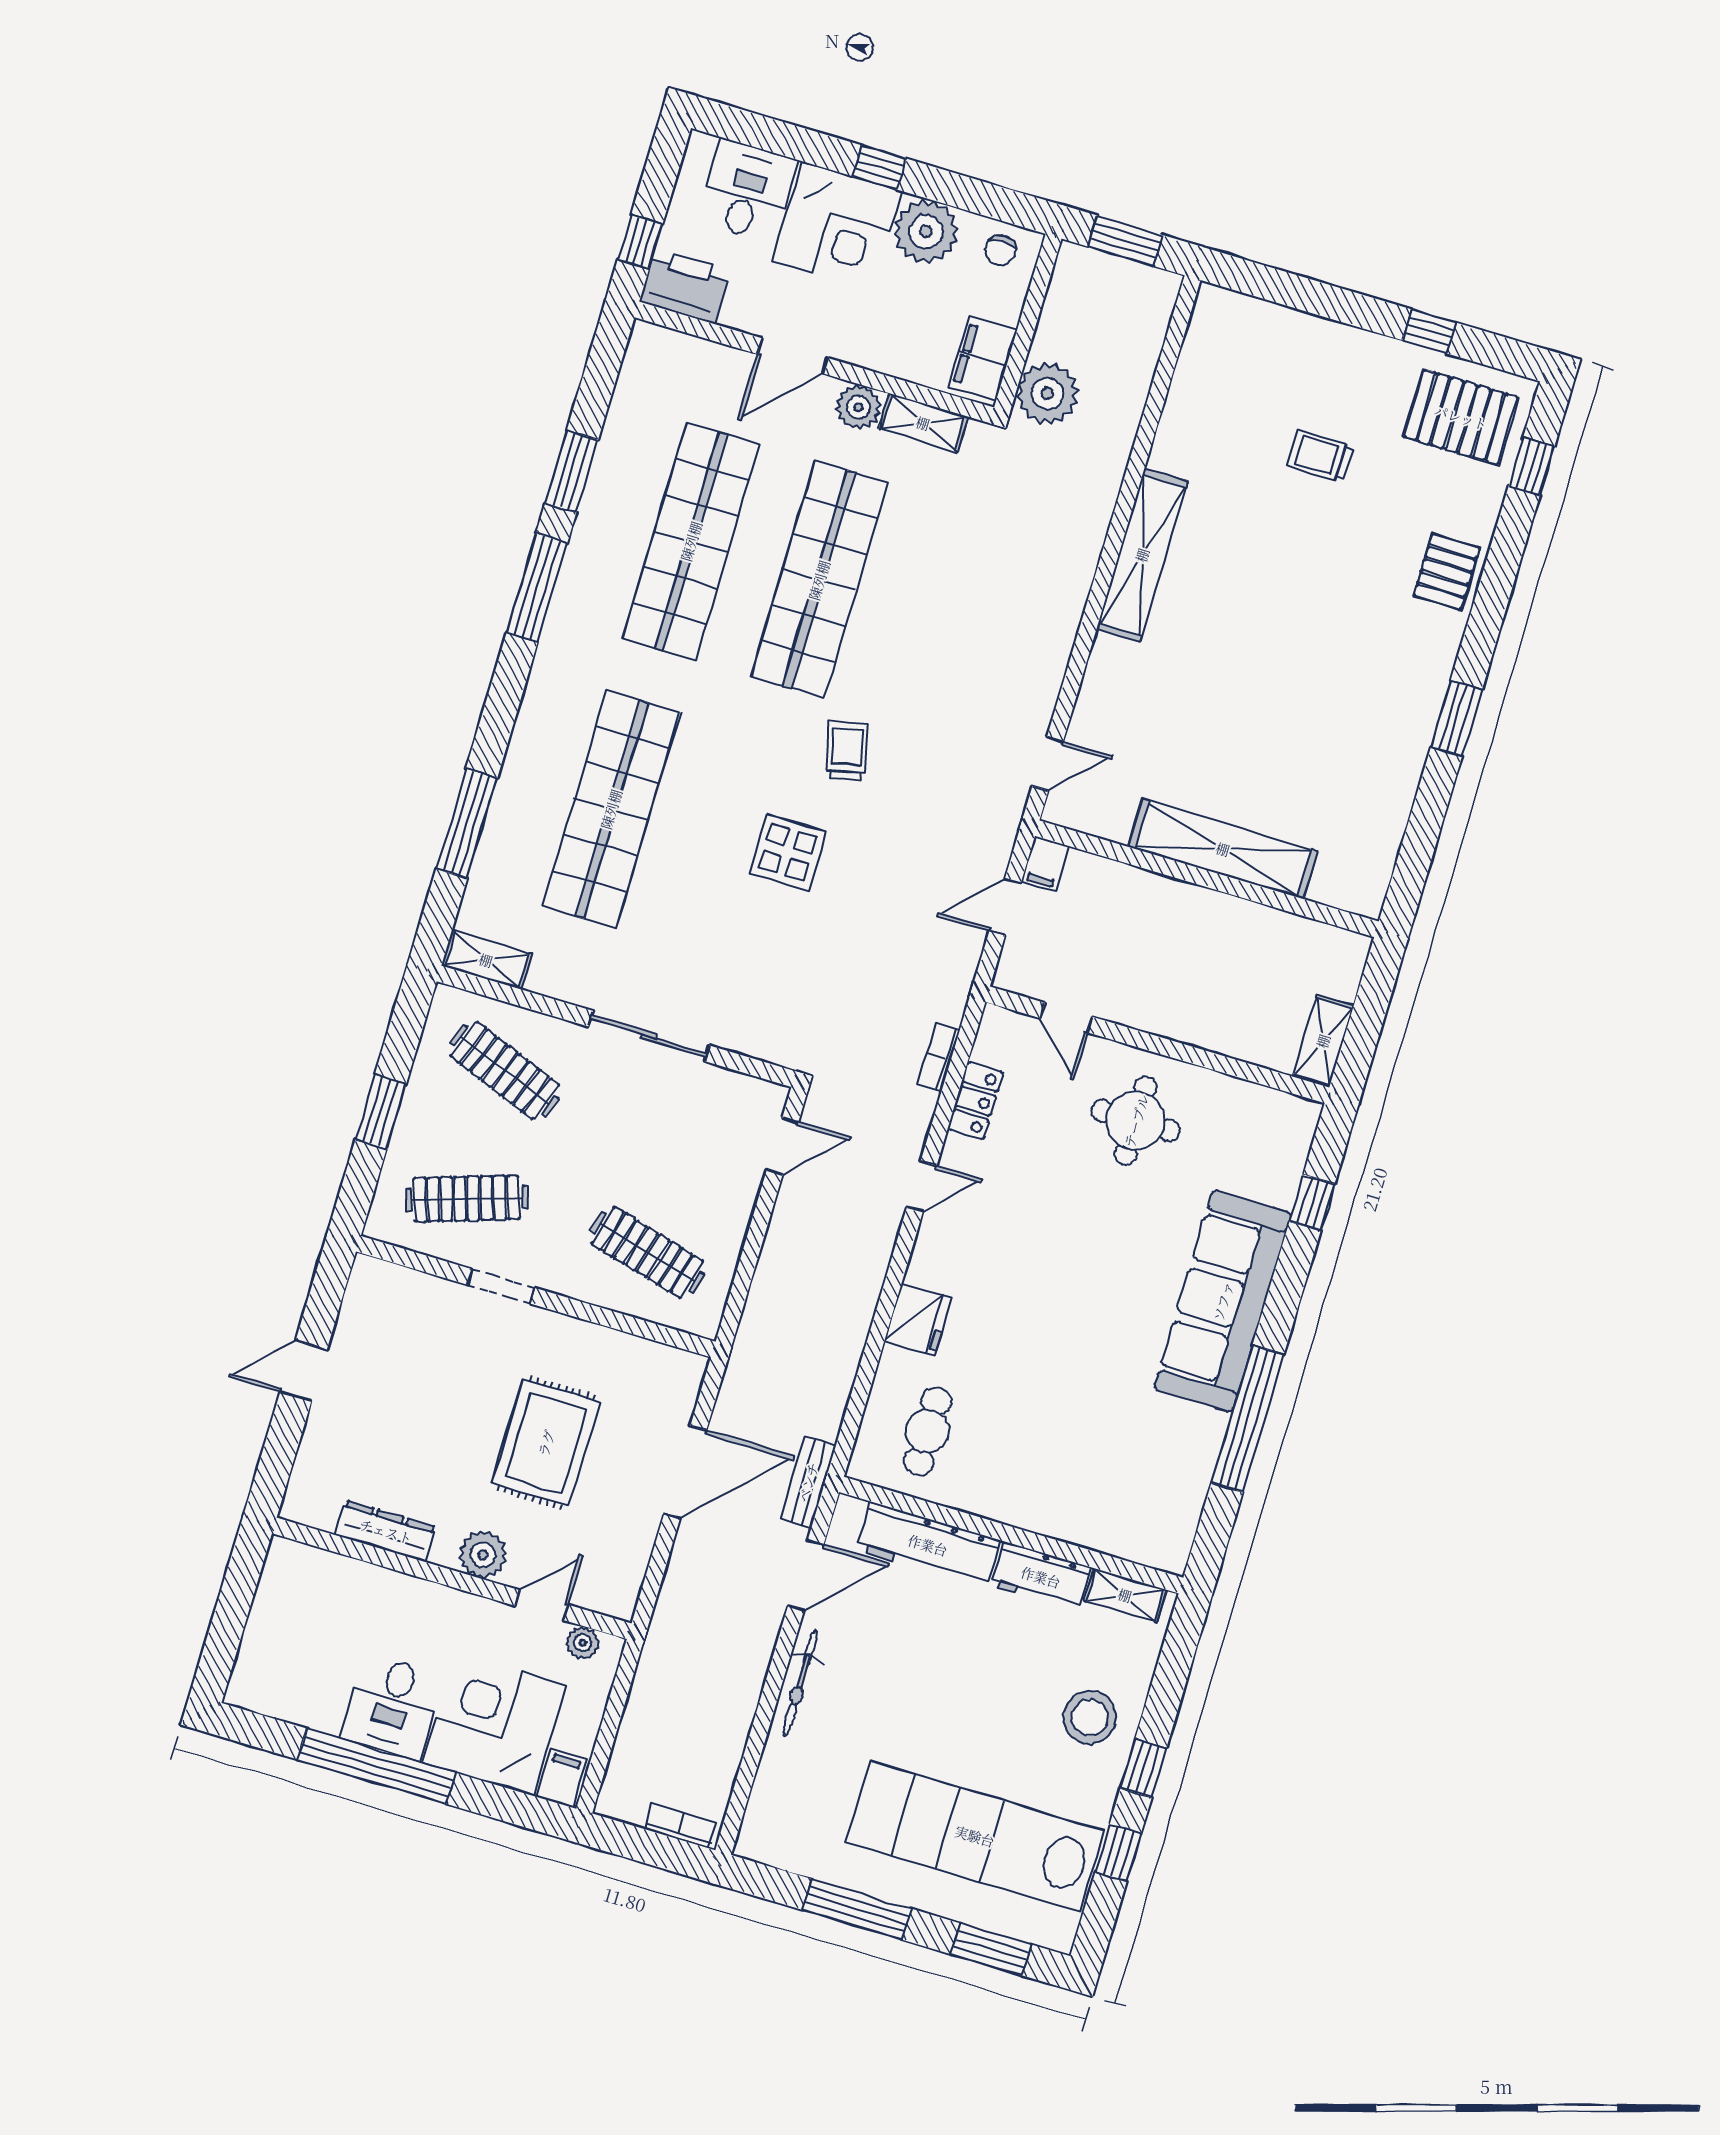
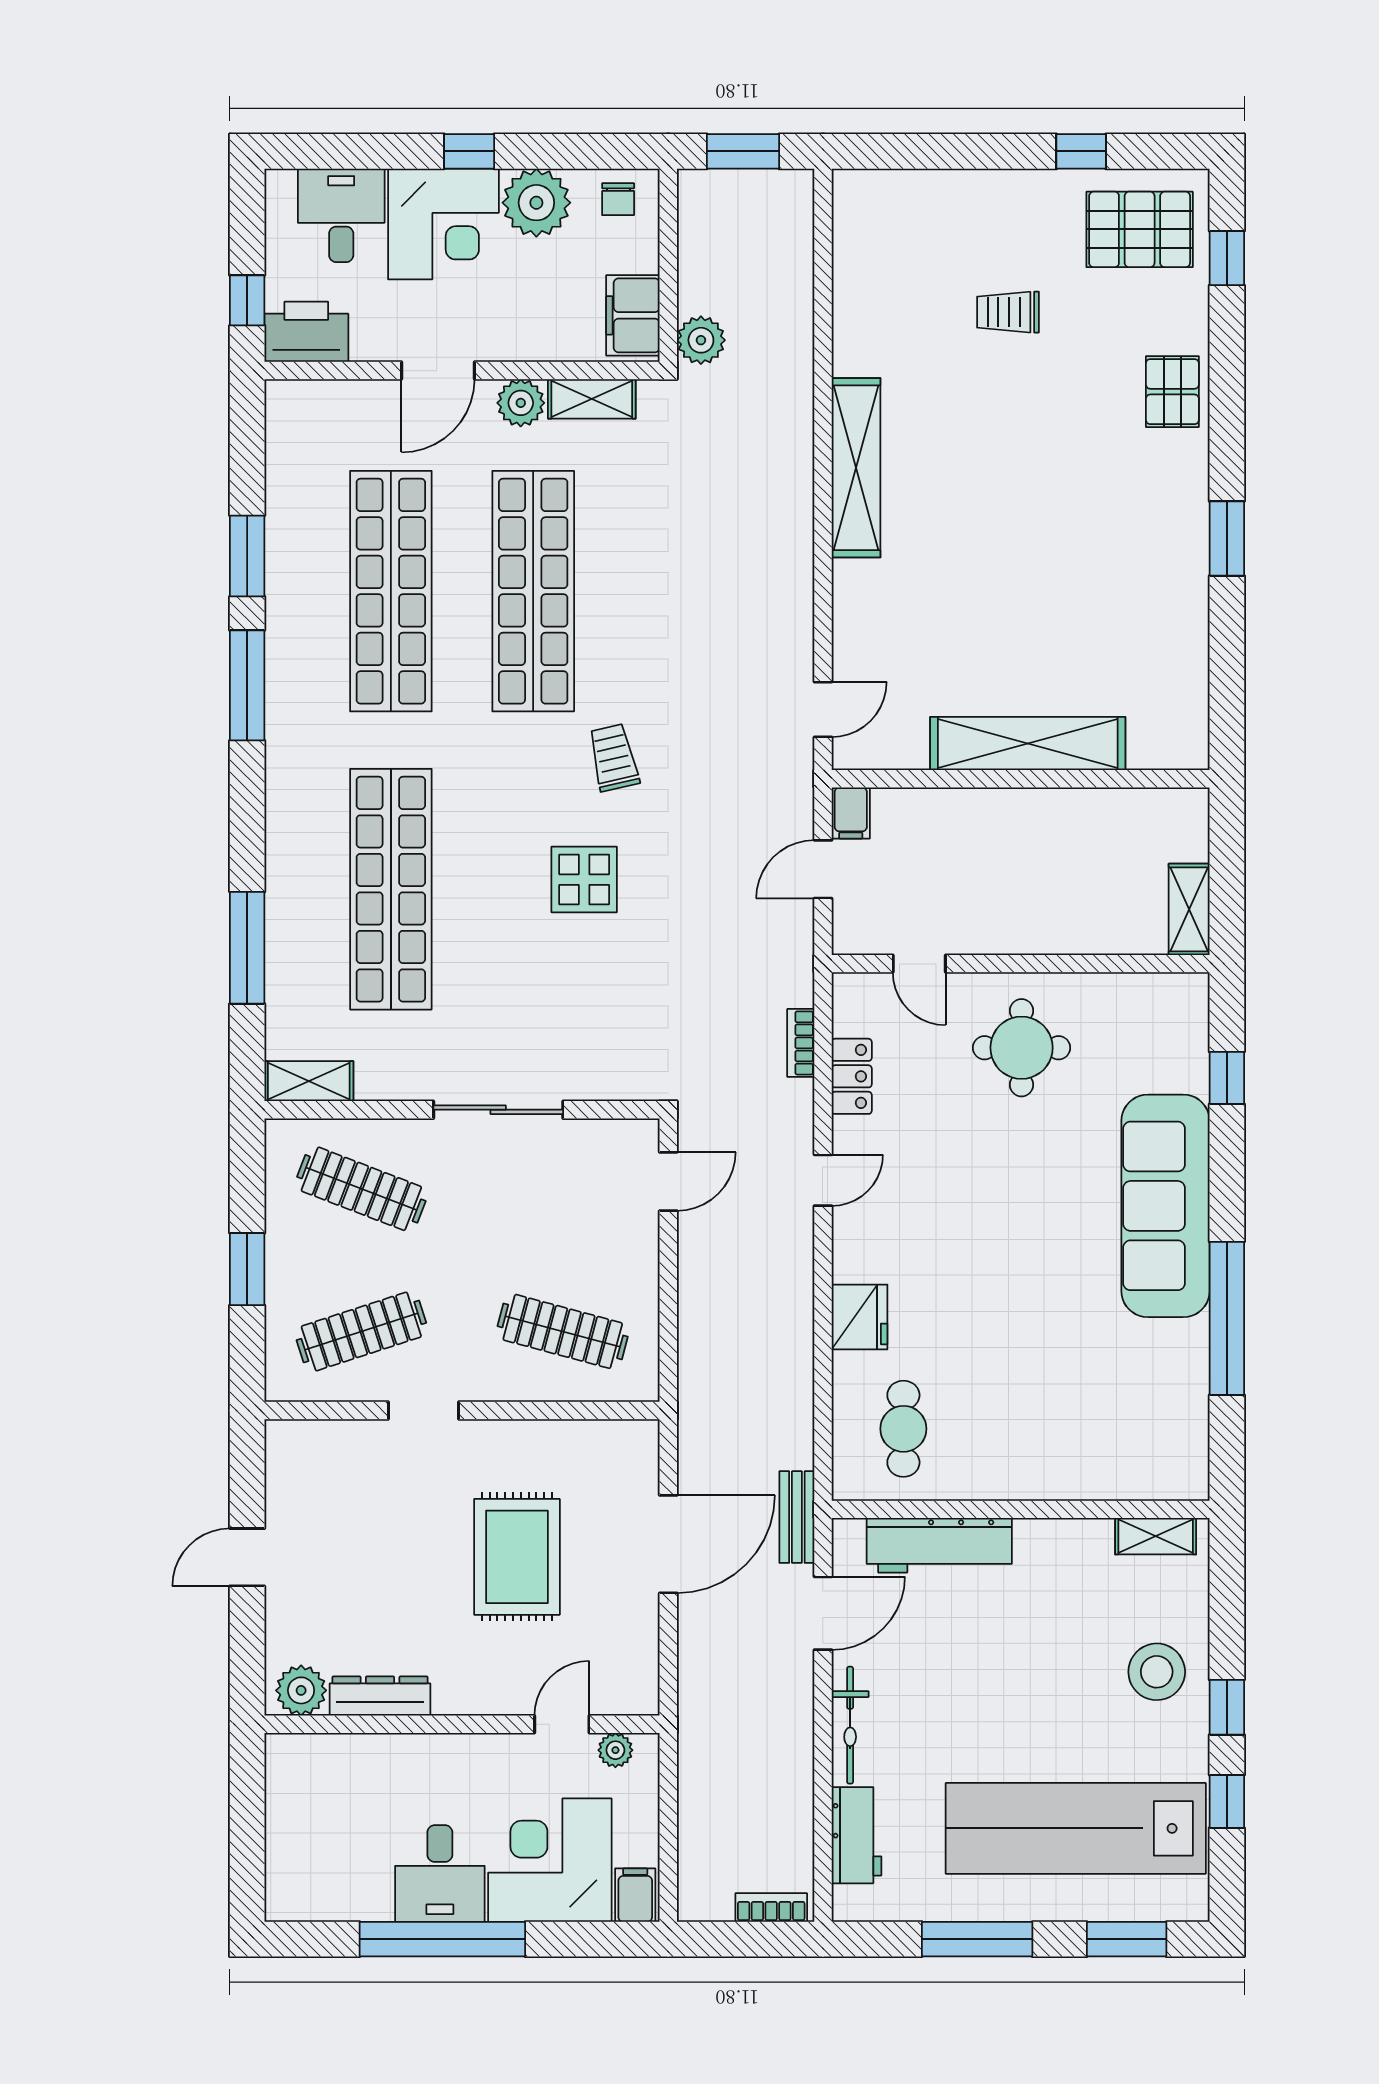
plant: (1047, 394) -> (701, 340), width x0.73, depth x0.73
plant: (483, 1555) -> (301, 1690), moved
workbench: (1041, 1577) -> (856, 1835), moved, turned -90

